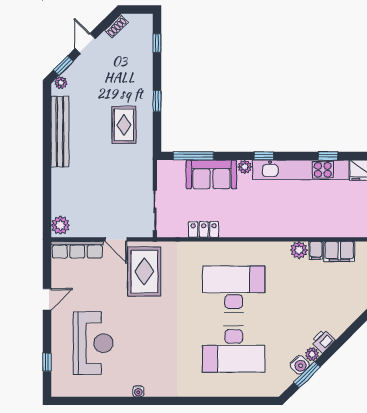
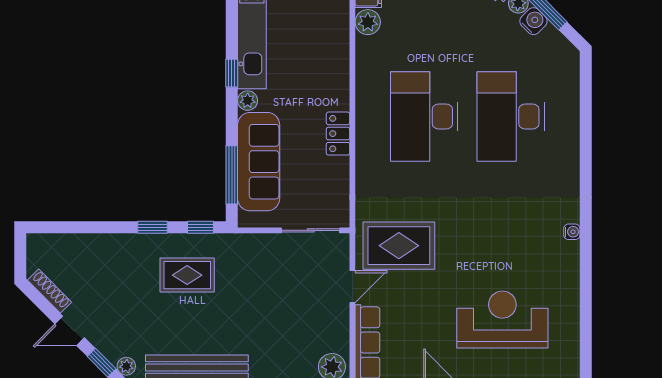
shoe rack: (116, 26) -> (50, 291), width x1.43
window: (157, 43) -> (200, 227), moved
sofa: (211, 174) -> (259, 162), width x1.36
locker: (204, 229) -> (338, 134), moved
desk: (234, 349) -> (511, 117), turned 180
water cooler: (138, 391) -> (572, 232), moved

